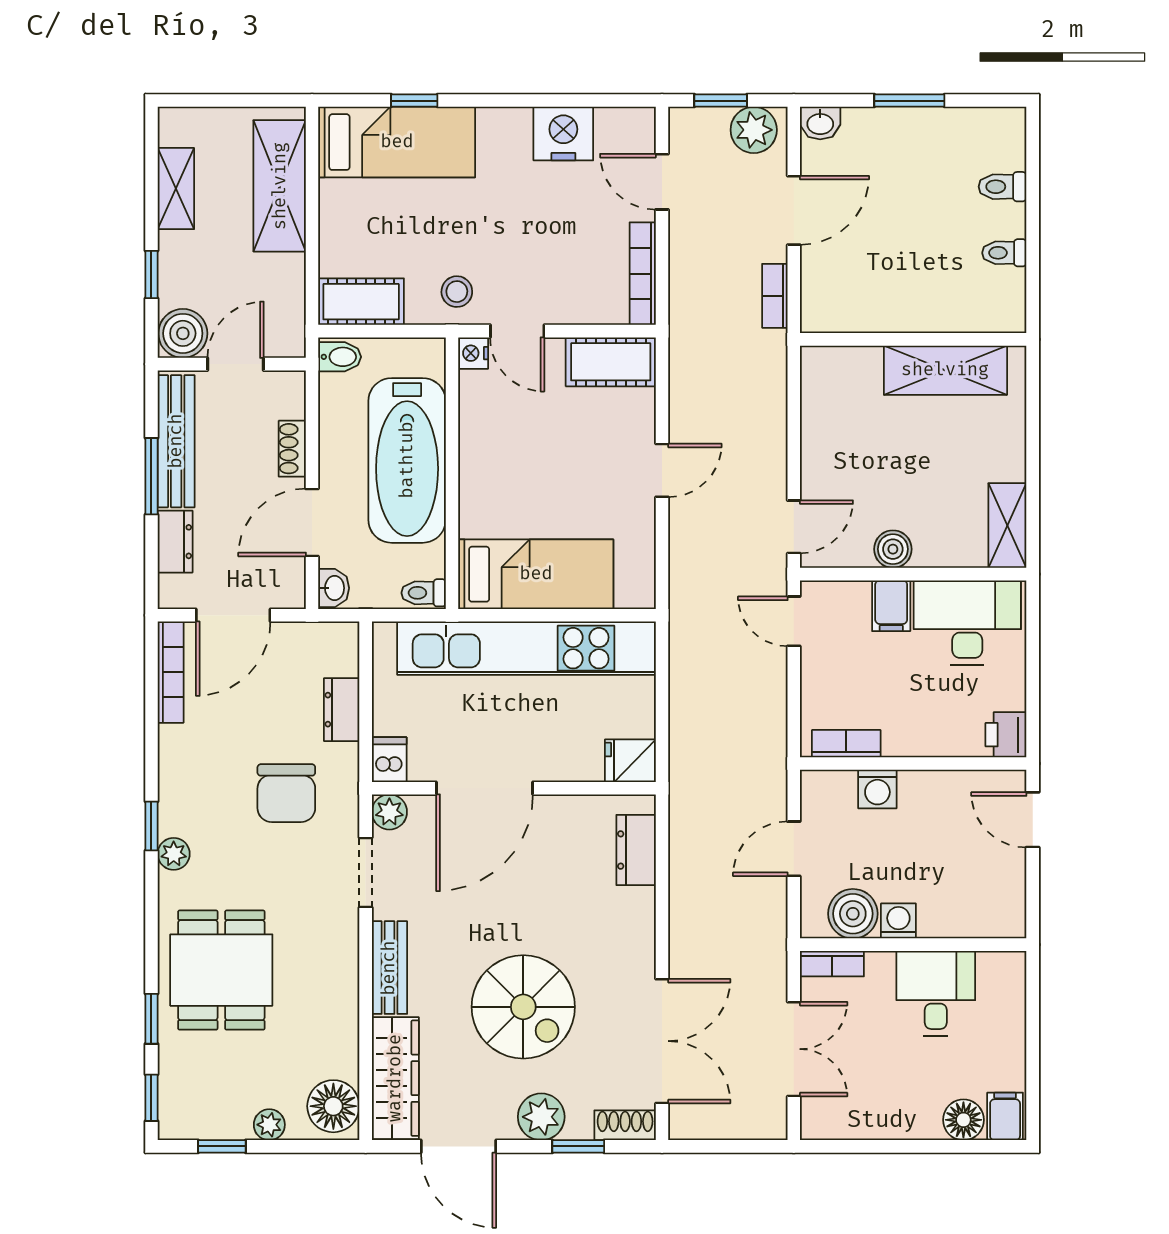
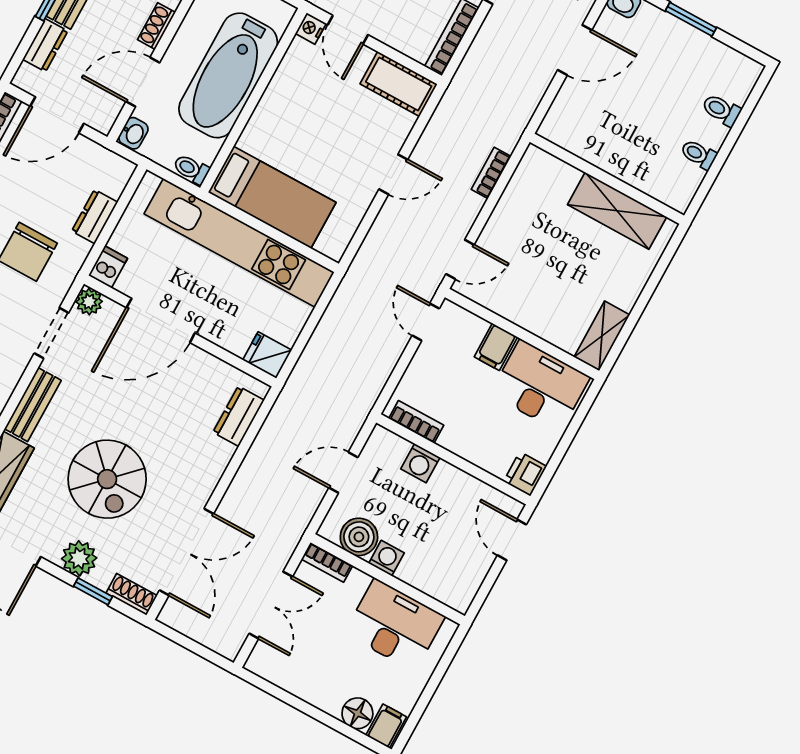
bookcase: (775, 296) -> (491, 173), moved
boiler: (893, 549) -> (517, 310), removed
desk: (936, 993) -> (395, 625), width x1.37

